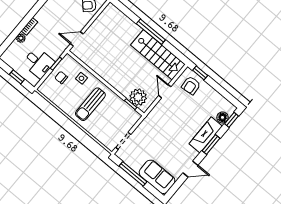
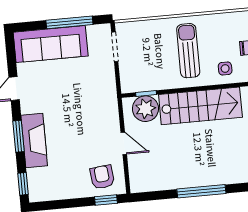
stairs: (158, 55) -> (200, 106), moved, turned 180
floor lamp: (222, 117) -> (35, 177), removed
sofa: (157, 177) -> (51, 44), width x1.36

